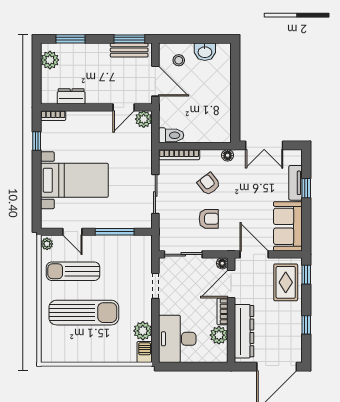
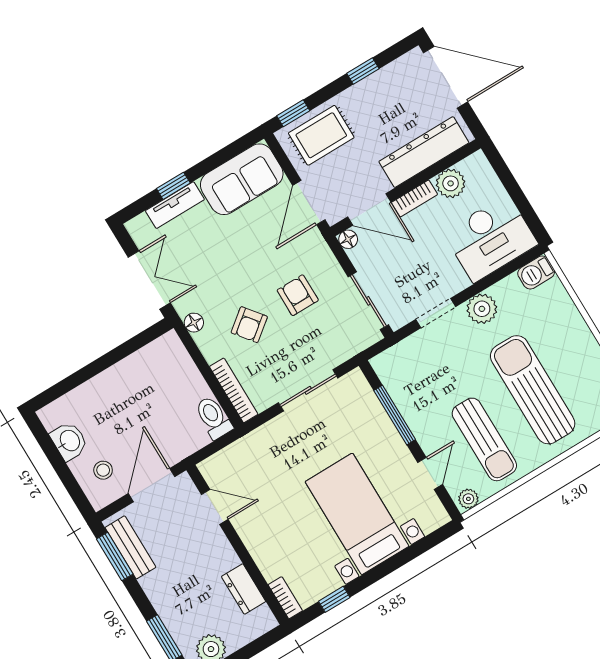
plant: (144, 119) -> (214, 469), removed
plant: (143, 331) -> (482, 309), moved

